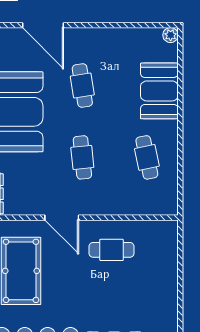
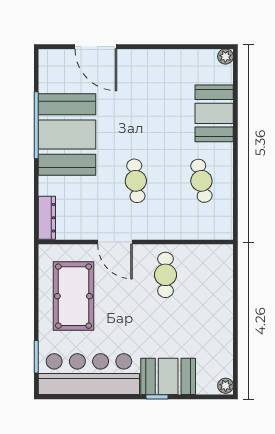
cafe table: (82, 86) -> (136, 108), removed
cafe table: (112, 250) -> (166, 275), turned 90

